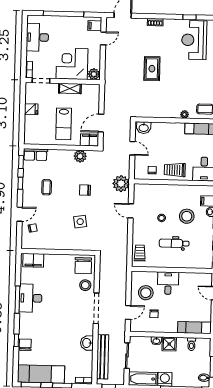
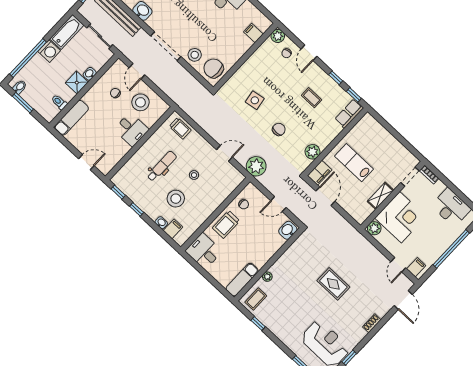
fridge: (31, 109) -> (393, 145), removed
trolley: (175, 170) -> (226, 224), turned 180
plant: (27, 243) -> (278, 36), added
filing cabinet: (33, 260) -> (253, 33), width x0.50

